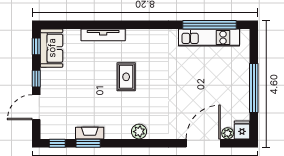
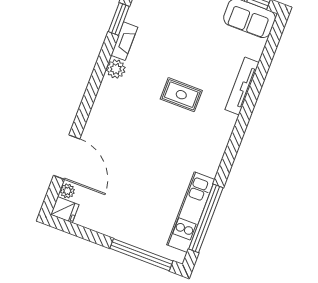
window: (254, 88) -> (141, 255), moved
plant: (139, 132) -> (116, 69), moved
fireplace: (90, 133) -> (124, 41), moved

